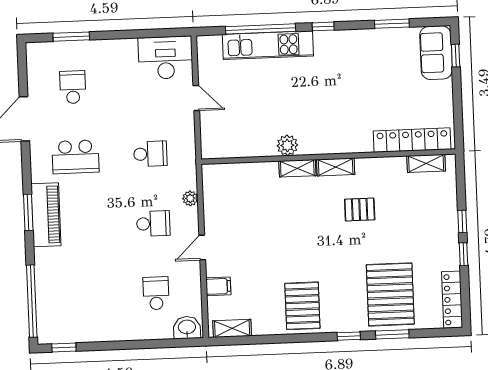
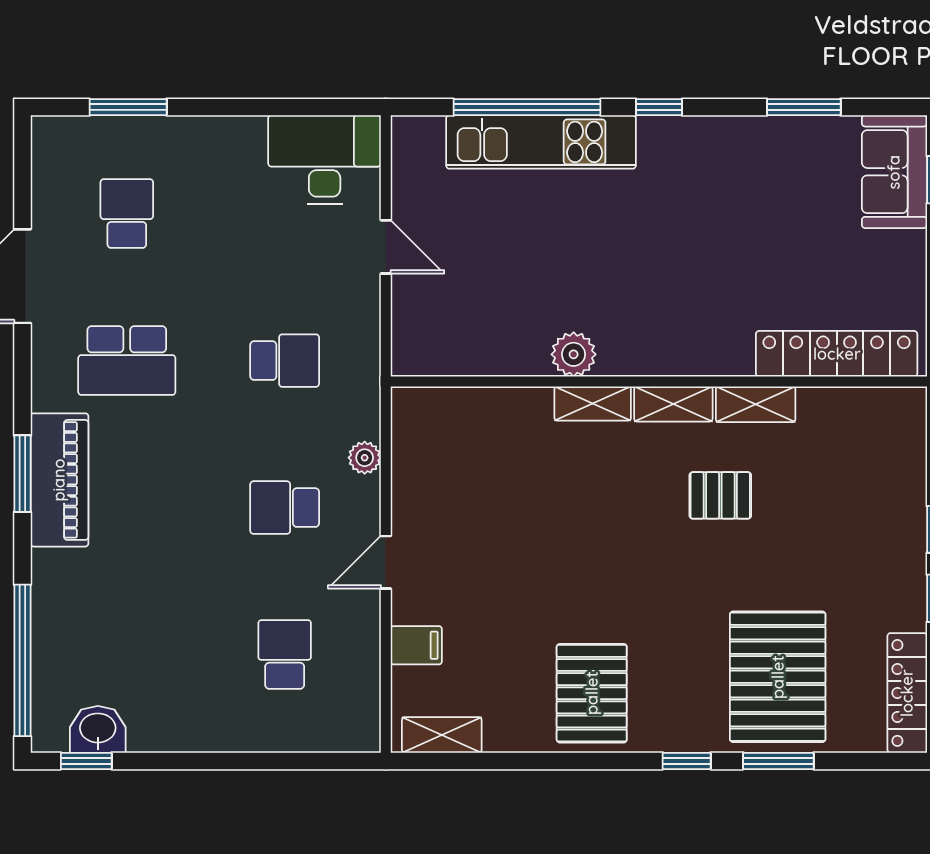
shelving: (426, 163) -> (756, 404), moved
school desk: (153, 224) -> (285, 508), turned 180
washbasin: (187, 328) -> (98, 729), moved

